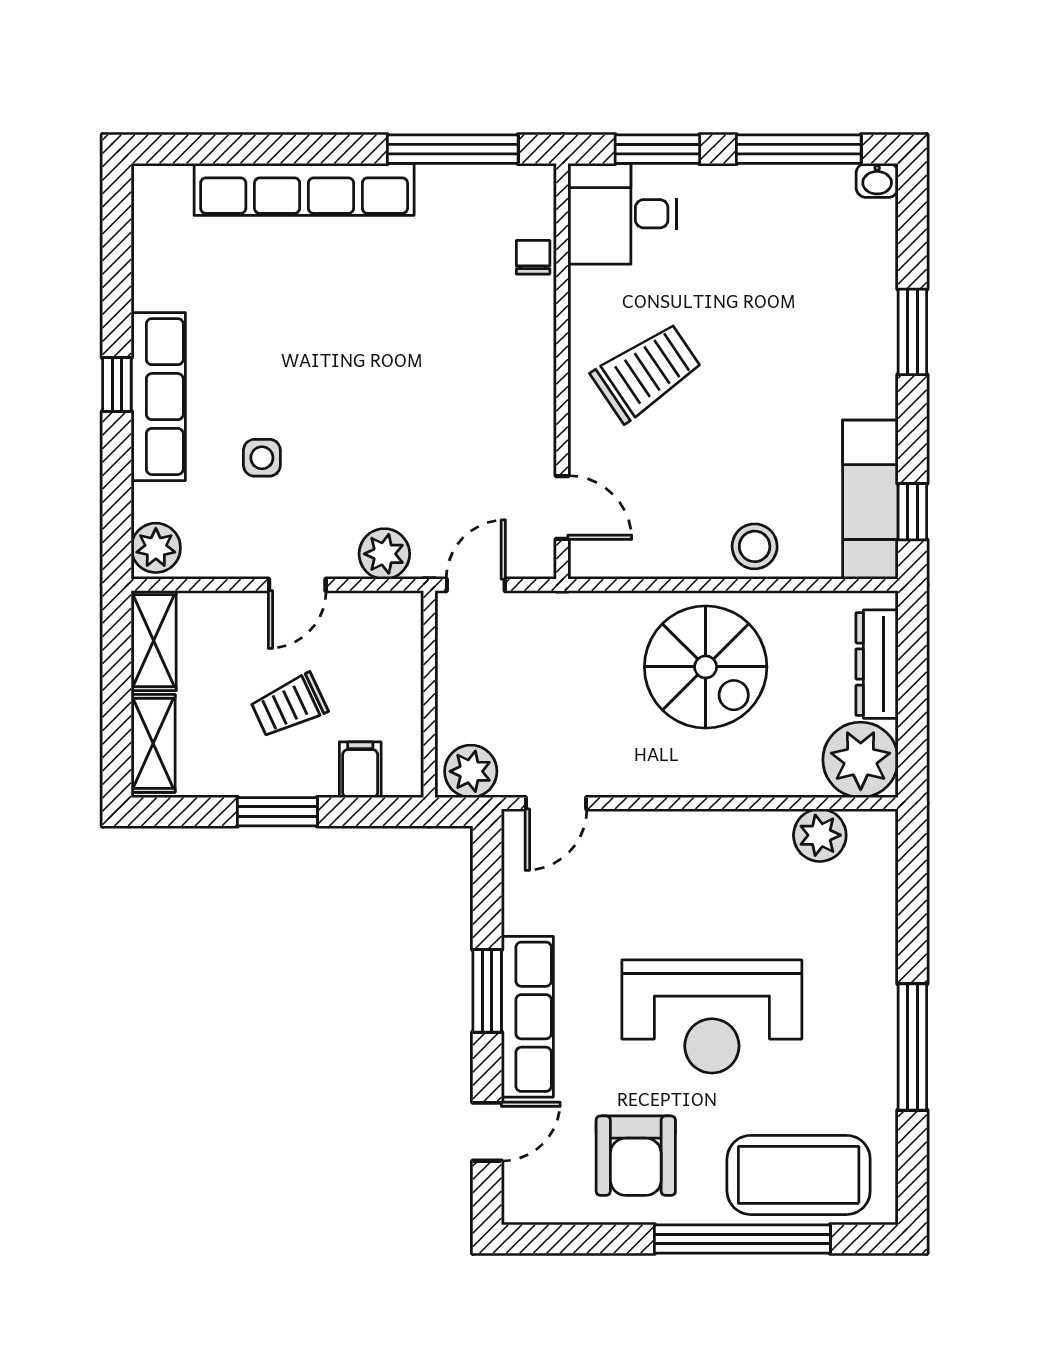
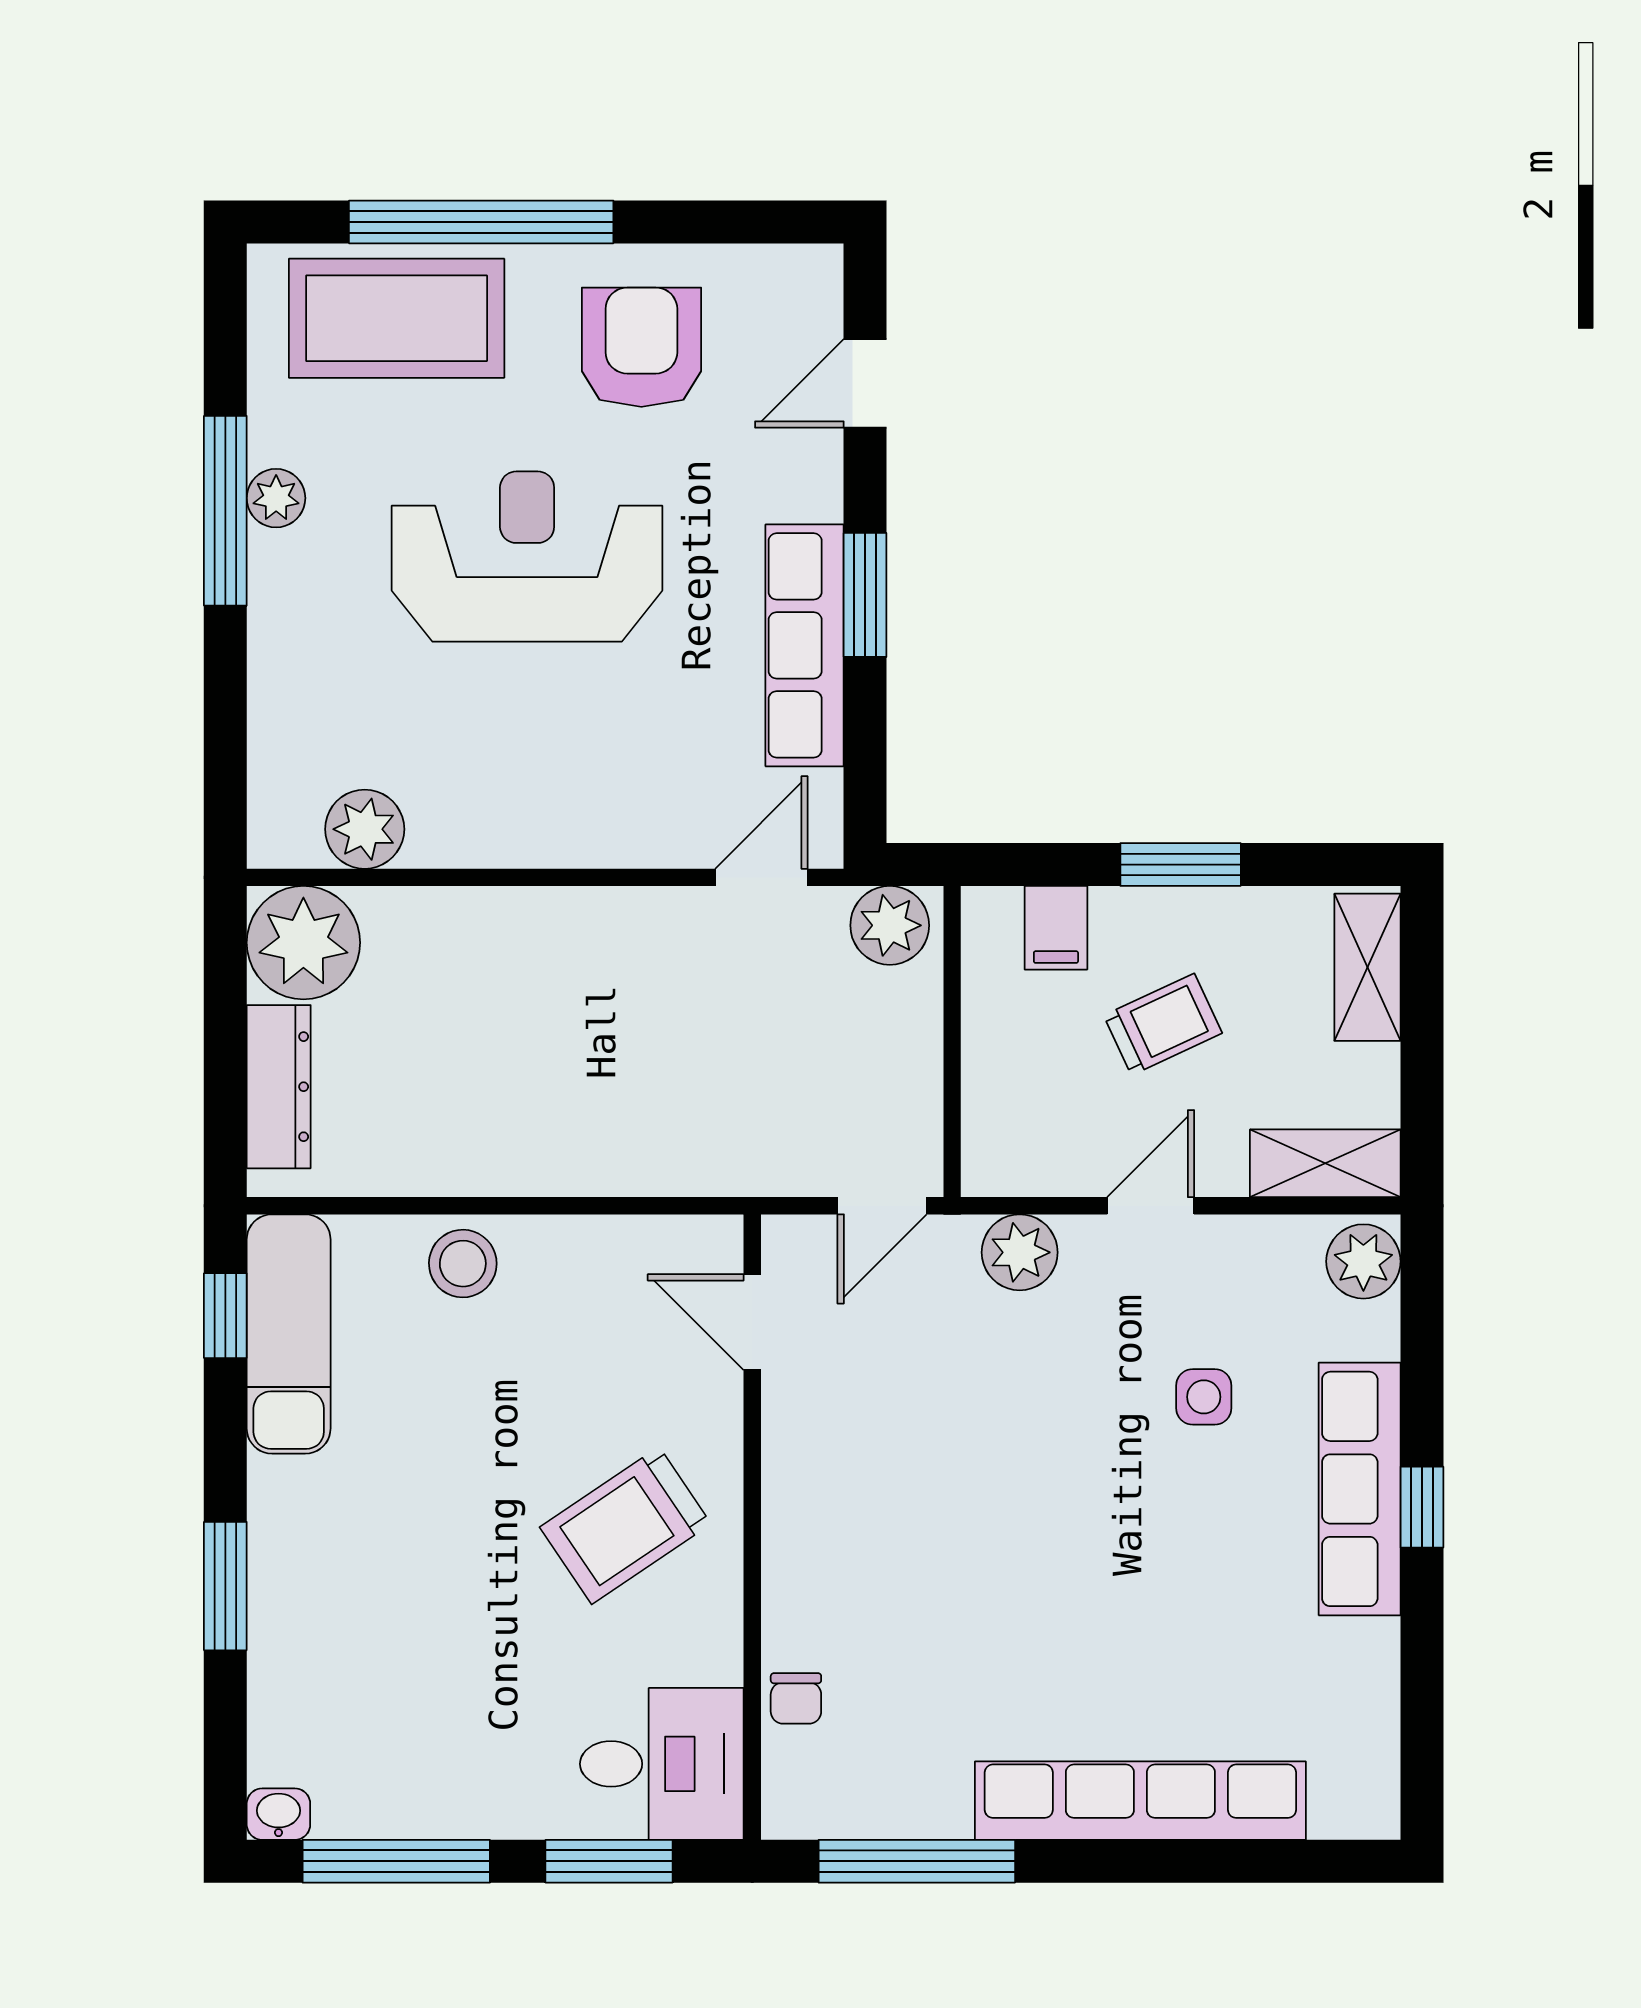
shelving: (154, 641) -> (1325, 1163), moved, turned 90
spiral stairs: (706, 667) -> (536, 1082), removed
row of seats: (527, 1017) -> (805, 645), moved
plant: (879, 1055) -> (276, 498), added

